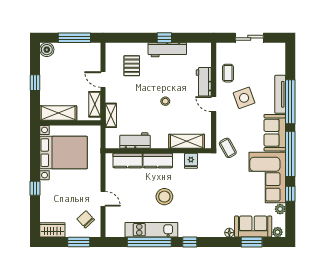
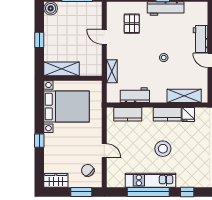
shelving: (95, 104) -> (96, 60), removed
kitchen counter: (158, 161) -> (167, 114), moved

